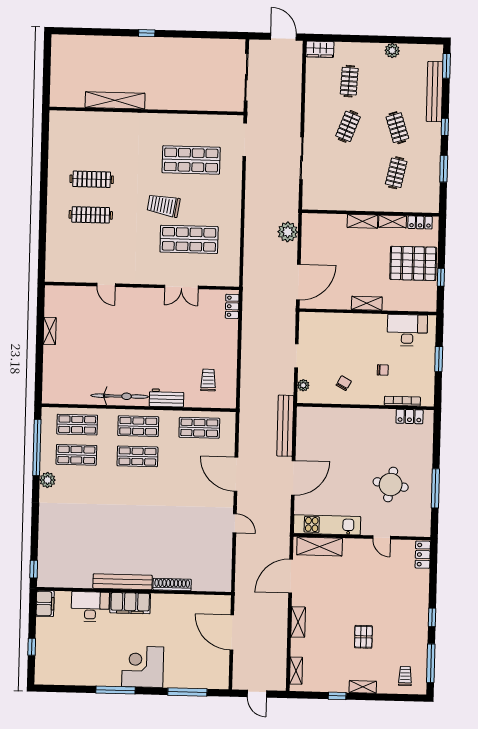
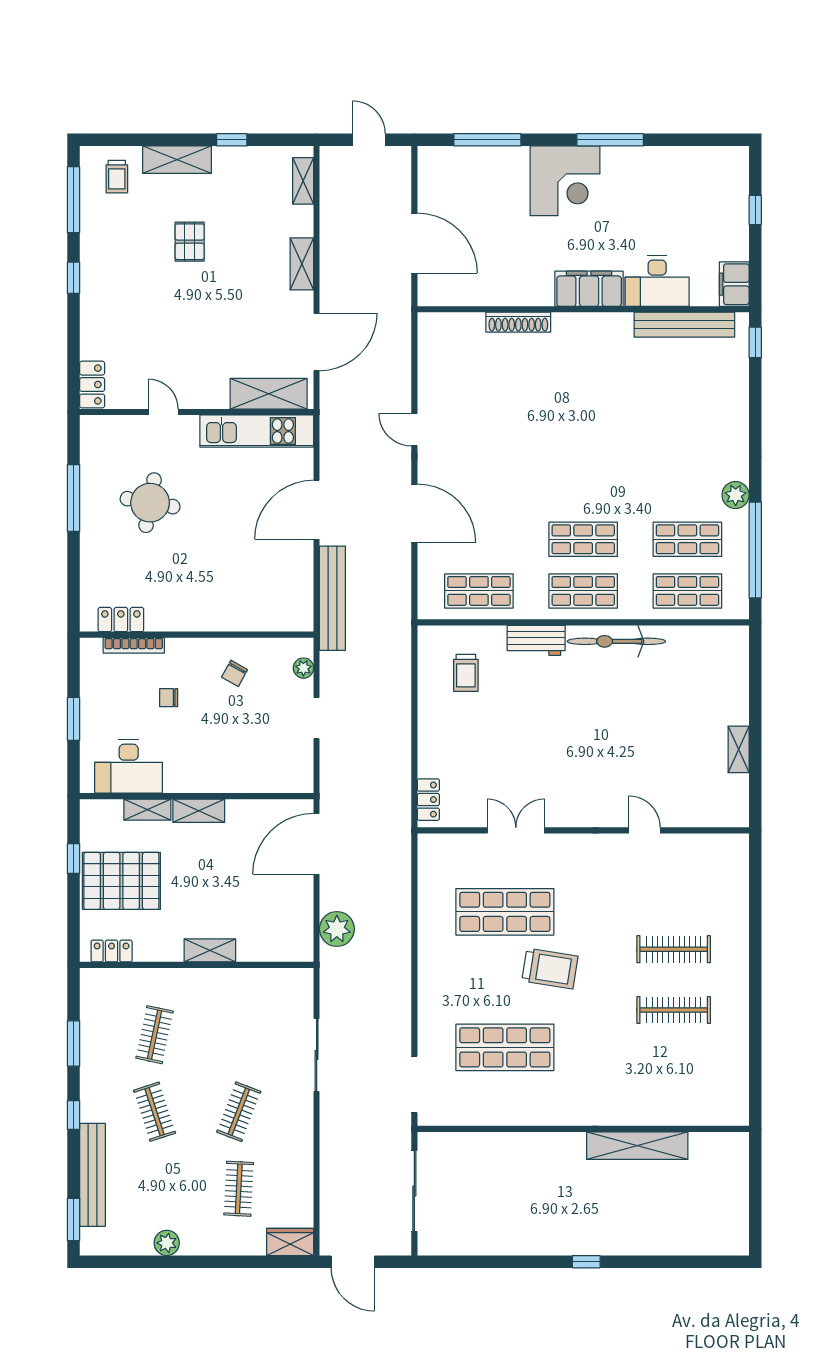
shelving: (392, 221) -> (147, 810), moved
bench: (123, 582) -> (684, 325), moved
shelving: (363, 687) -> (177, 160), width x1.50, depth x1.33

